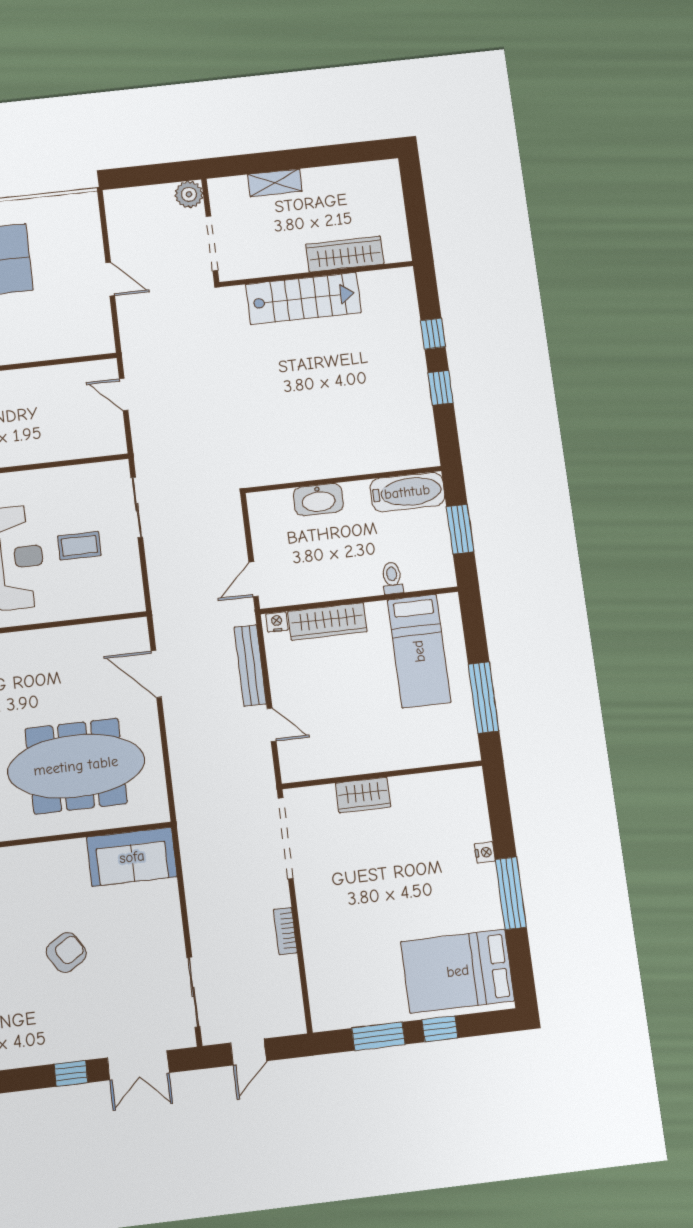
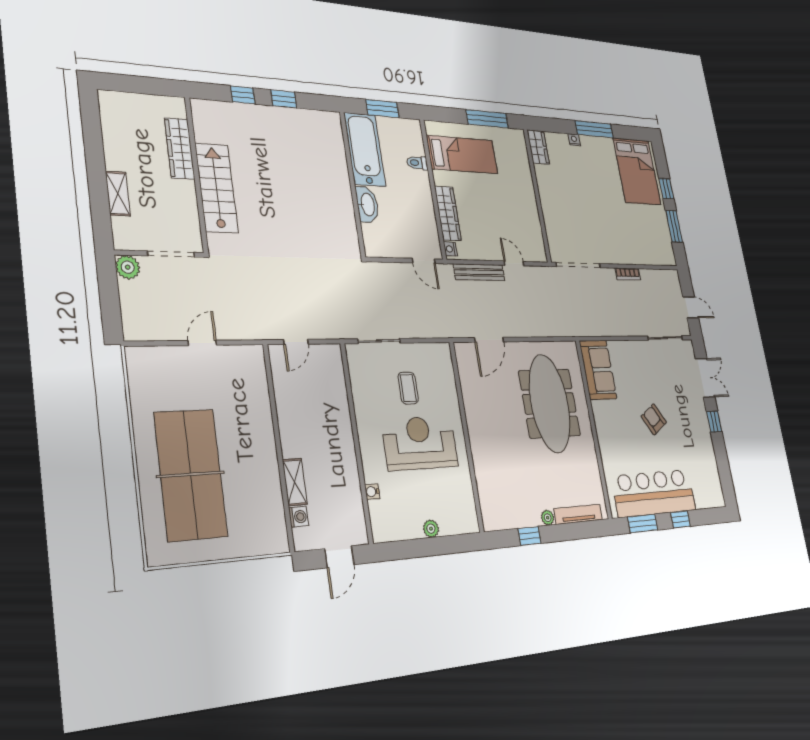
bathtub: (407, 492) -> (365, 149), width x1.36, depth x1.36
door: (272, 725) -> (514, 263), hinge flipped
wardrobe: (363, 795) -> (538, 147), moved

